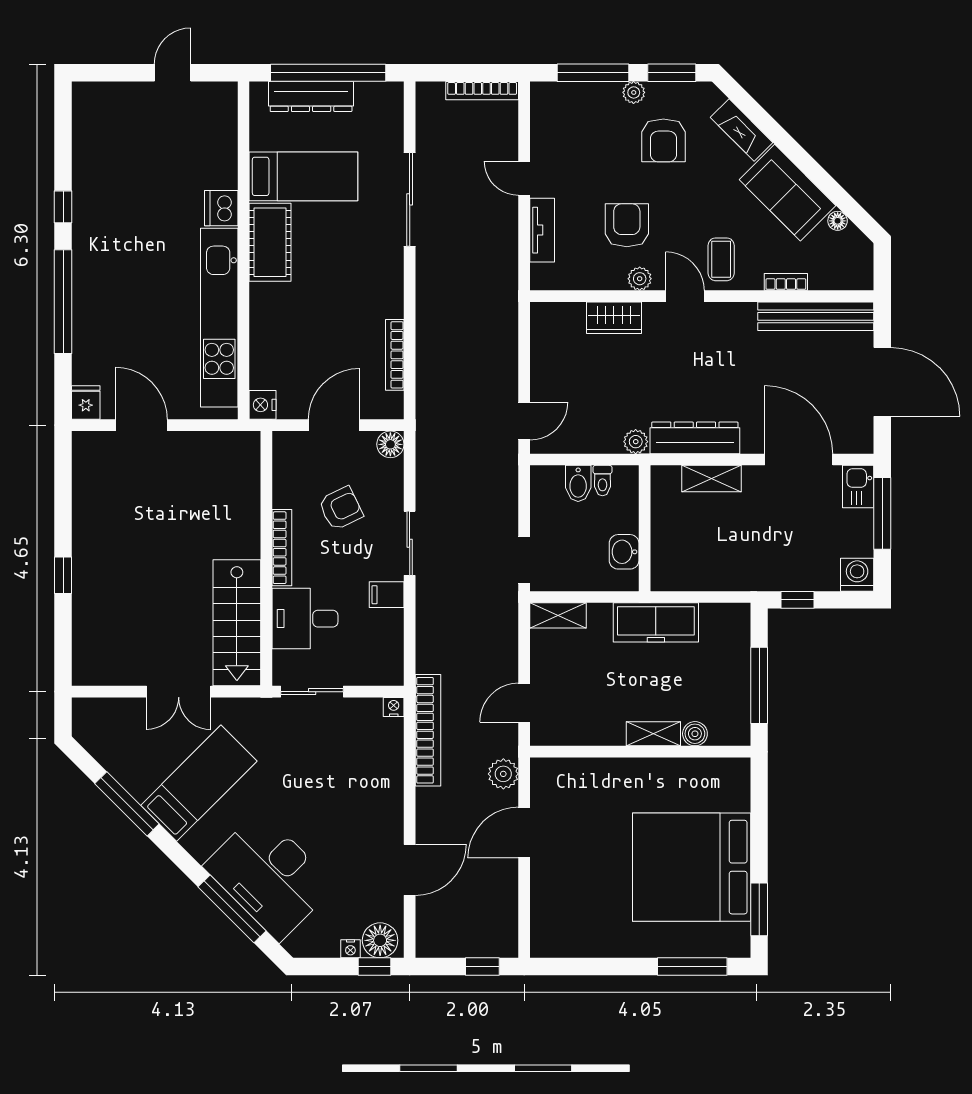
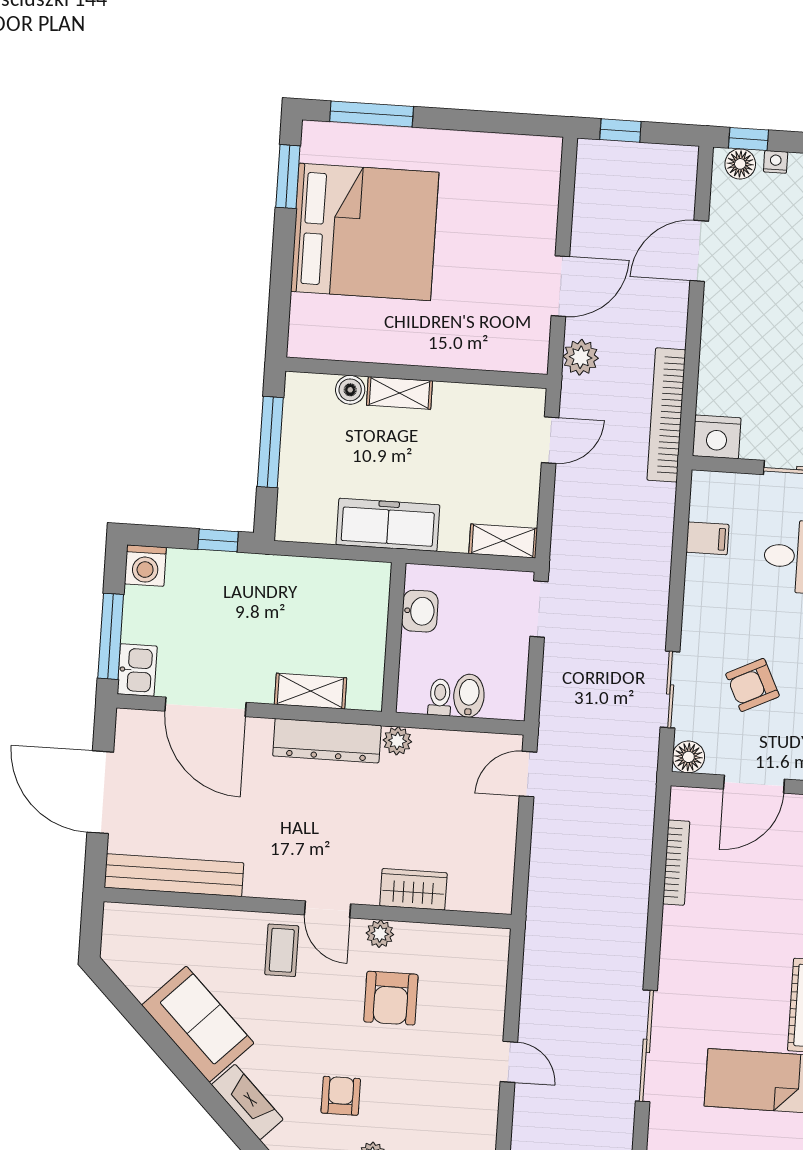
armchair: (663, 140) -> (341, 1096), width x0.72, depth x0.72
floor lamp: (838, 221) -> (141, 987), removed
tv unit: (542, 230) -> (492, 999), removed
bookcase: (786, 282) -> (207, 918), removed
sliding door: (410, 543) -> (670, 689), moved
filing cabinet: (387, 595) -> (708, 538), moved
nightstand: (394, 707) -> (717, 437), width x1.89, depth x1.79
floor lamp: (380, 940) -> (740, 164), width x0.73, depth x0.73

